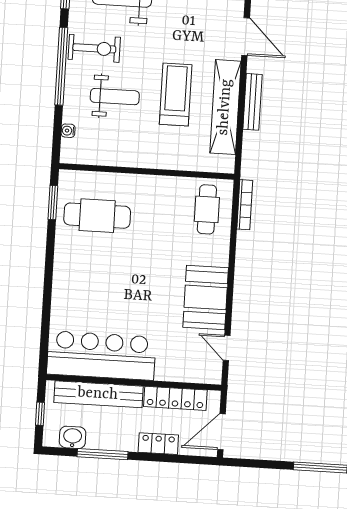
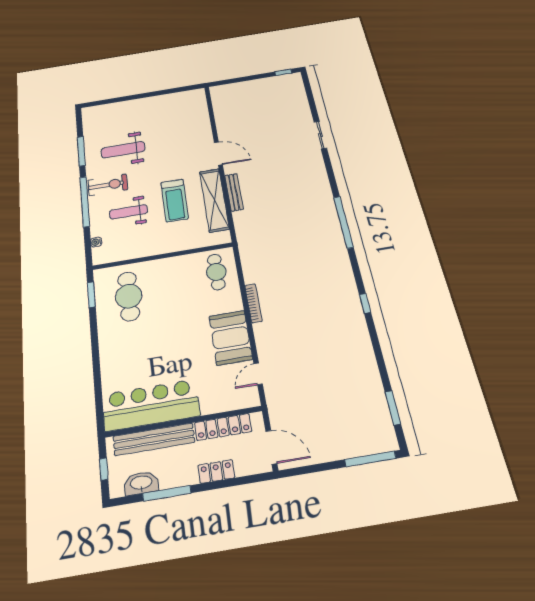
treadmill: (176, 95) -> (175, 200), turned 180
weight bench: (115, 97) -> (128, 212), turned 180
bookcase: (245, 205) -> (253, 303), moved
cafe table: (97, 216) -> (129, 296), turned 90
door: (227, 348) -> (258, 374), hinge flipped
door: (221, 432) -> (271, 447), swing flipped
washbasin: (73, 437) -> (141, 483), width x1.38

